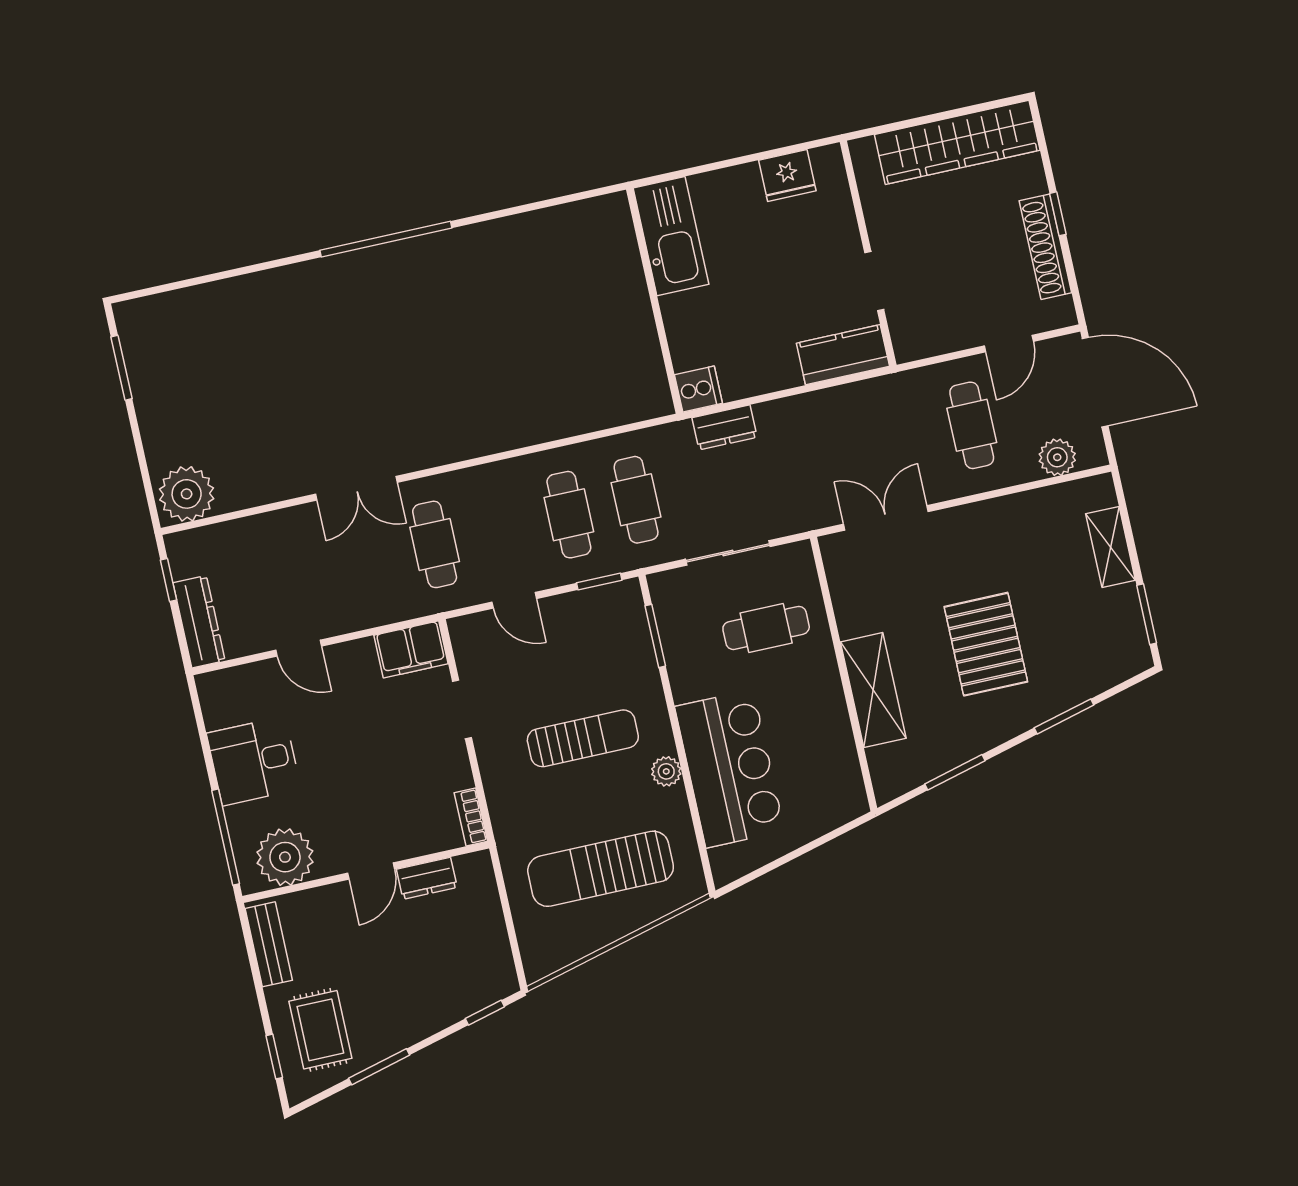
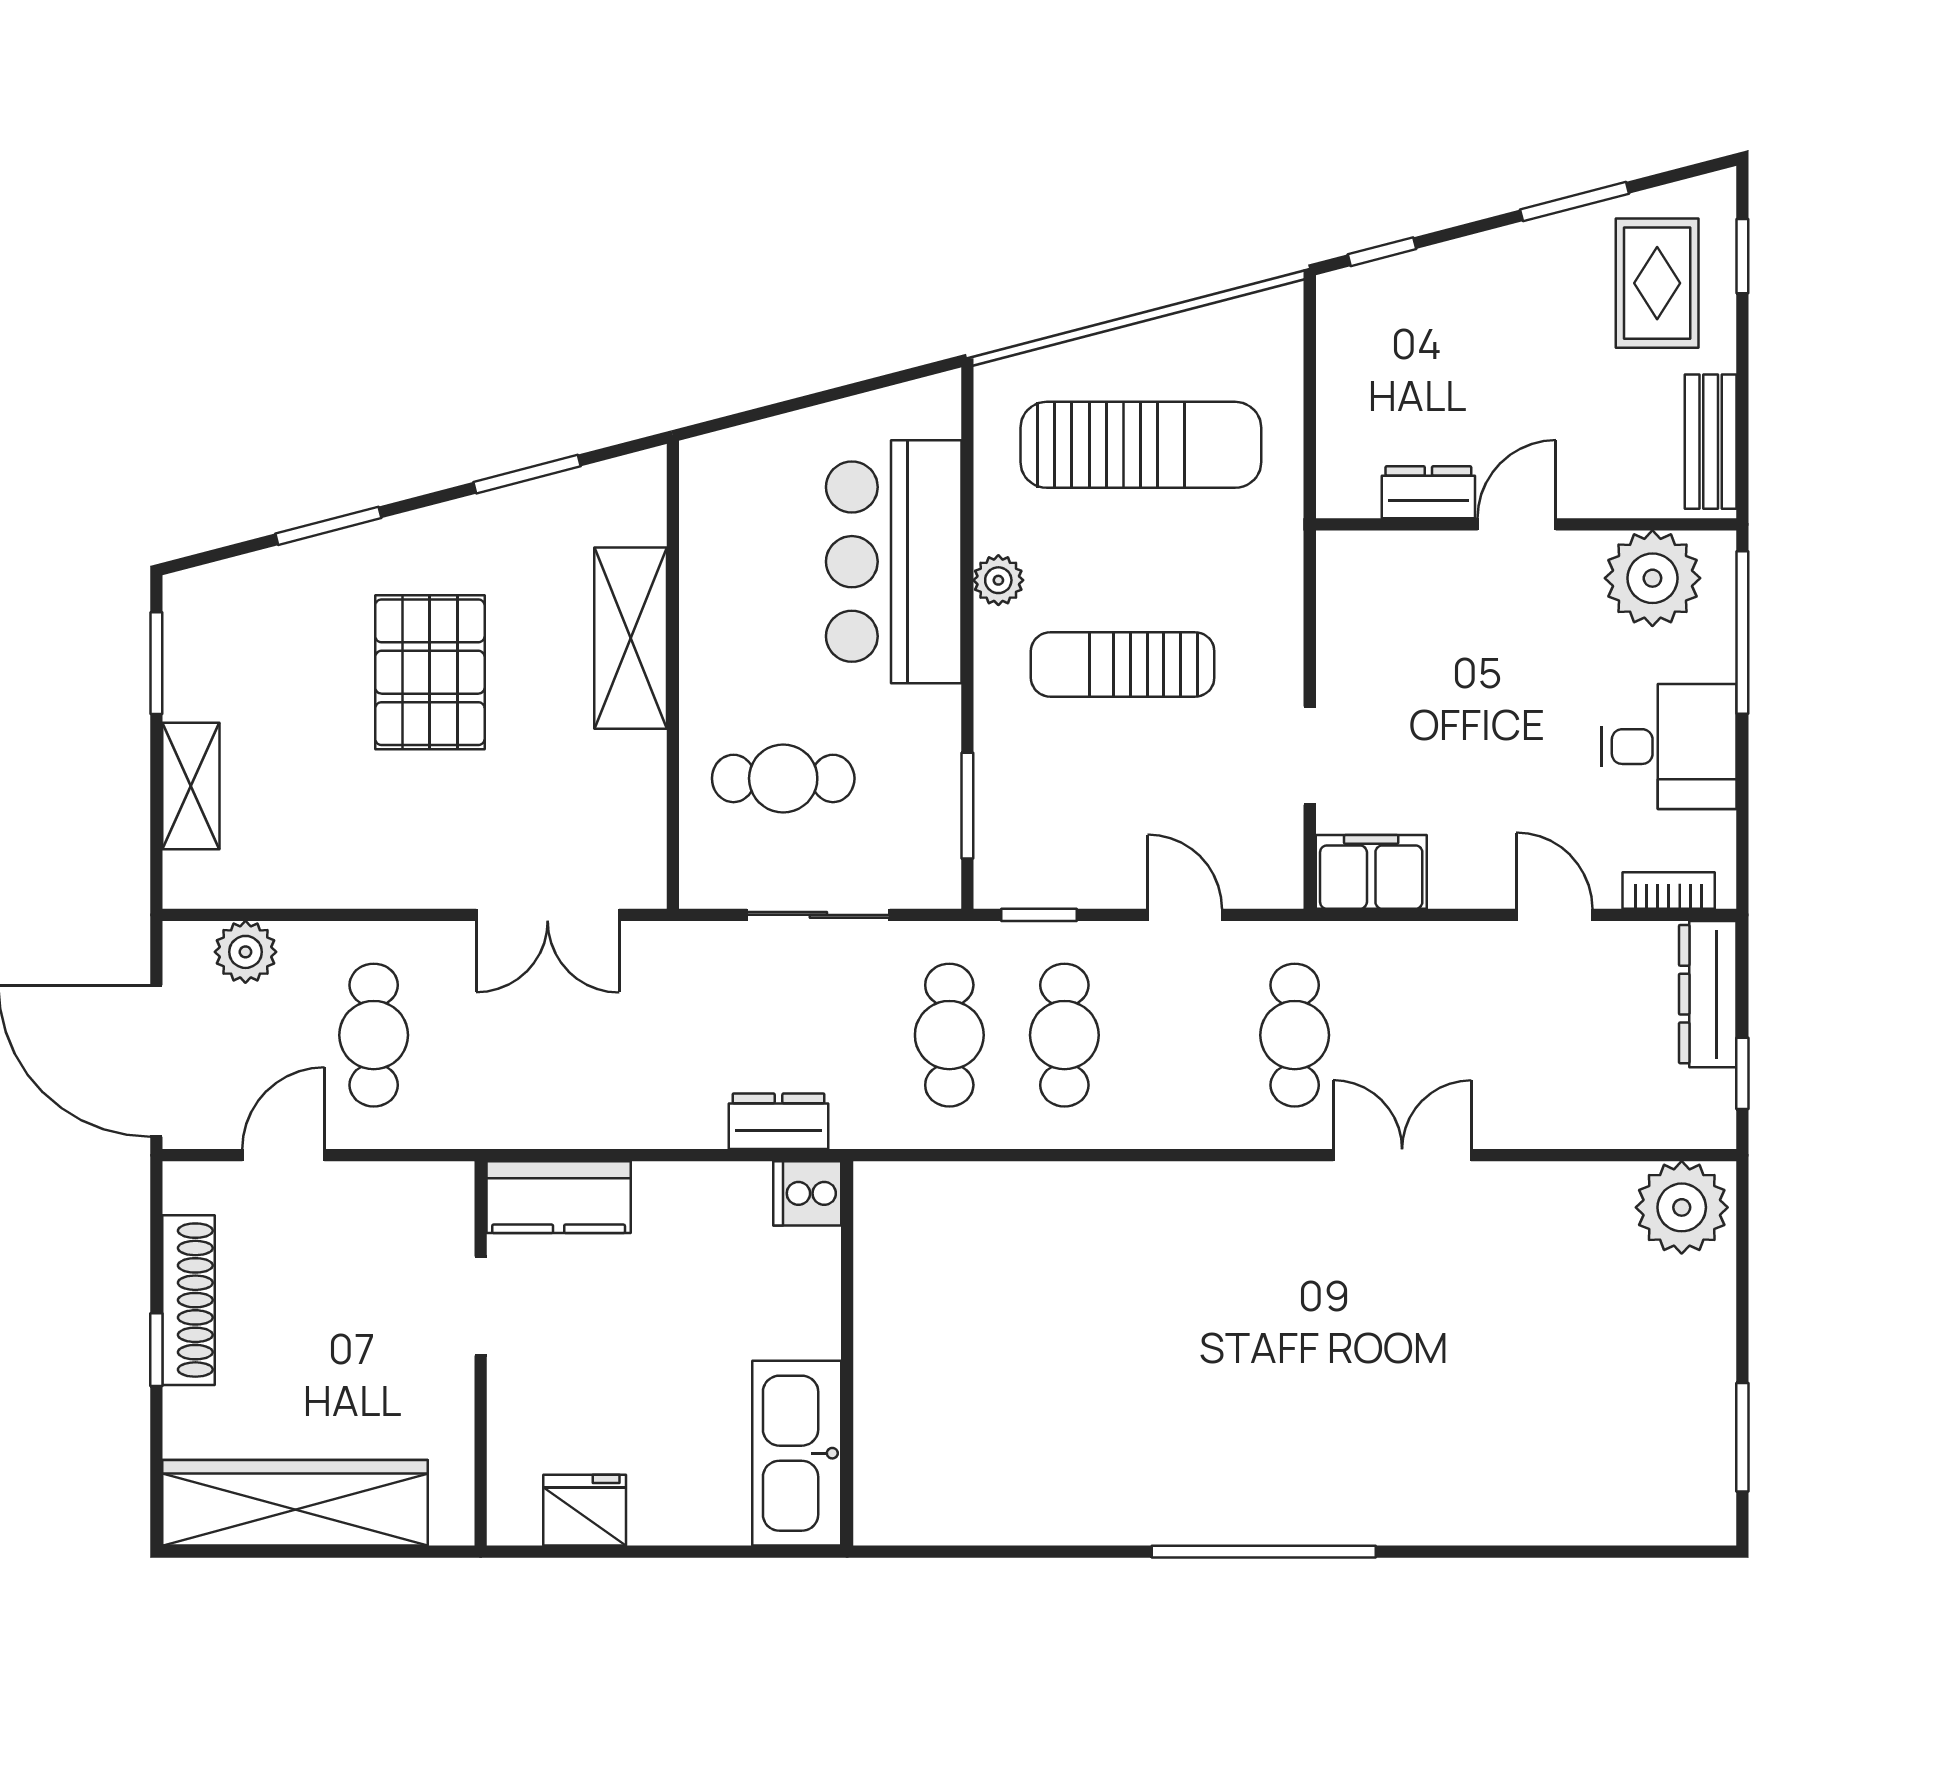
bookcase: (471, 817) -> (1669, 890), moved, turned -90

